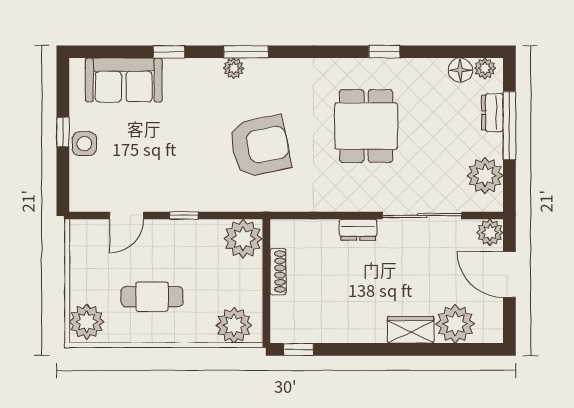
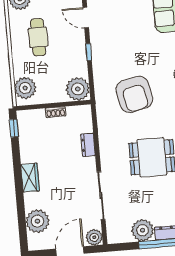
plant: (485, 176) -> (143, 230), moved
dresser: (358, 230) -> (88, 145), moved
shoe rack: (278, 272) -> (56, 112), width x0.70
wardrobe: (411, 330) -> (30, 178), moved

